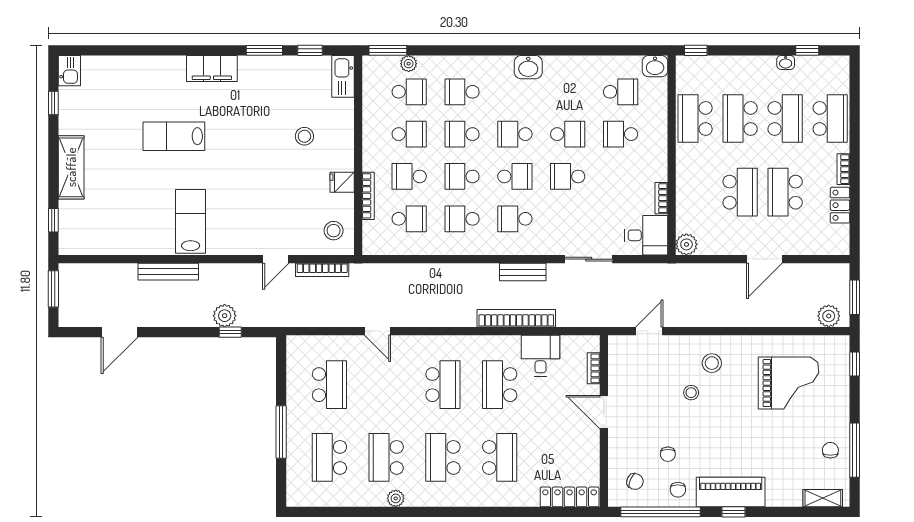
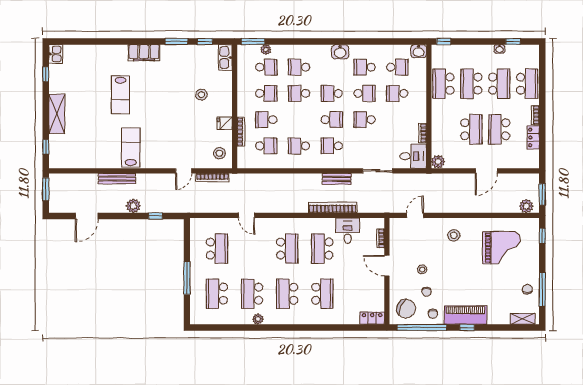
lab bench: (174, 136) -> (121, 95), turned -90
school desk: (462, 176) -> (365, 67), moved
plant: (225, 316) -> (133, 206), moved
stool: (691, 393) -> (422, 269), moved
chair: (635, 481) -> (406, 309), width x1.87, depth x1.87
locker: (570, 497) -> (372, 318), width x0.66

